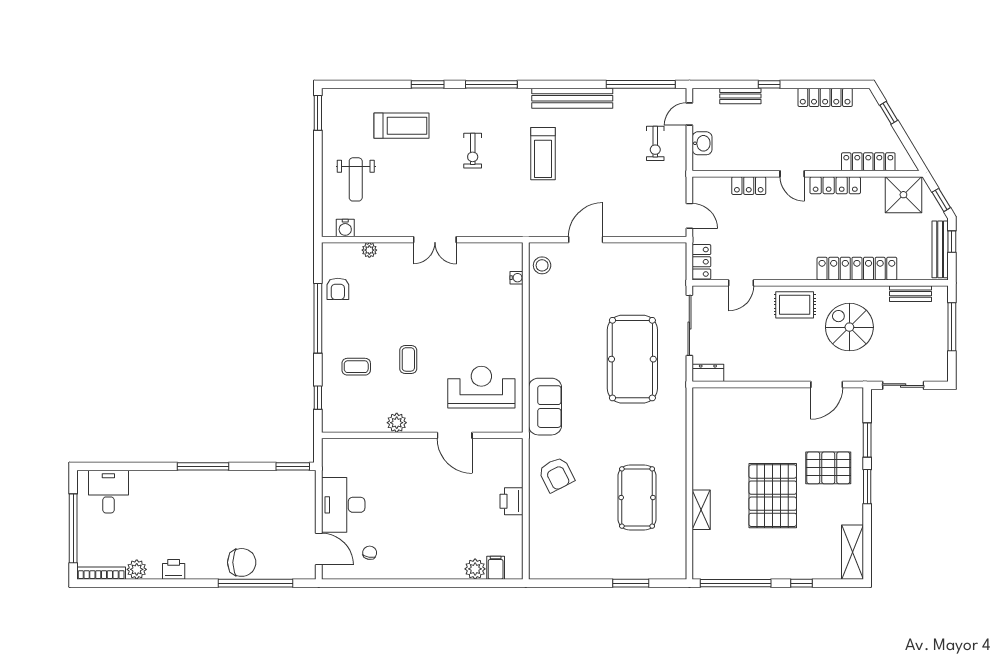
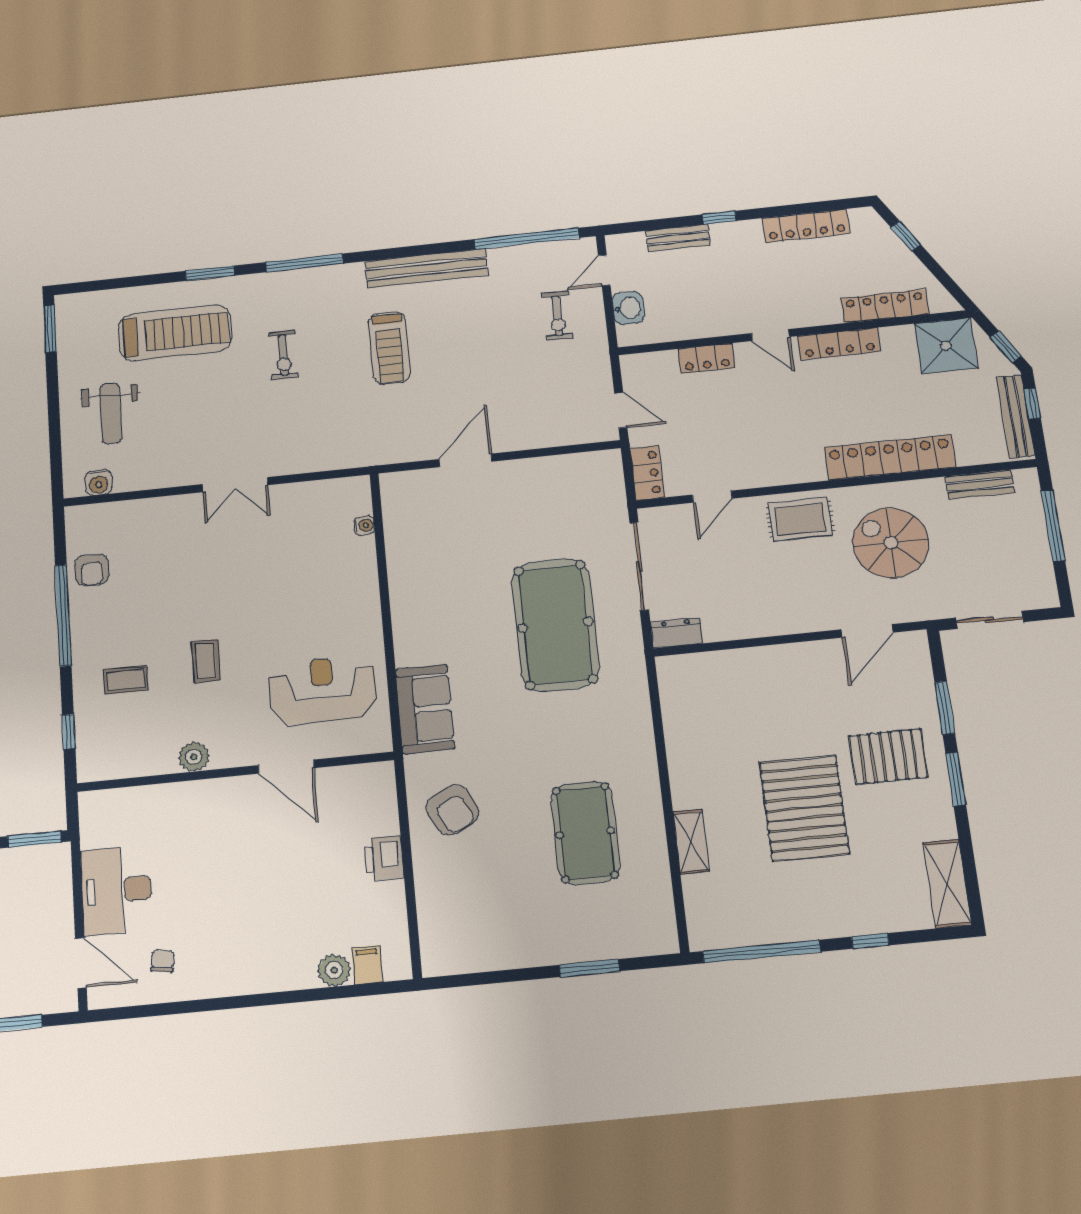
treadmill: (401, 126) -> (175, 333), width x1.37, depth x1.38
plant: (369, 250) -> (137, 510), removed
stool: (542, 265) -> (402, 504), removed

